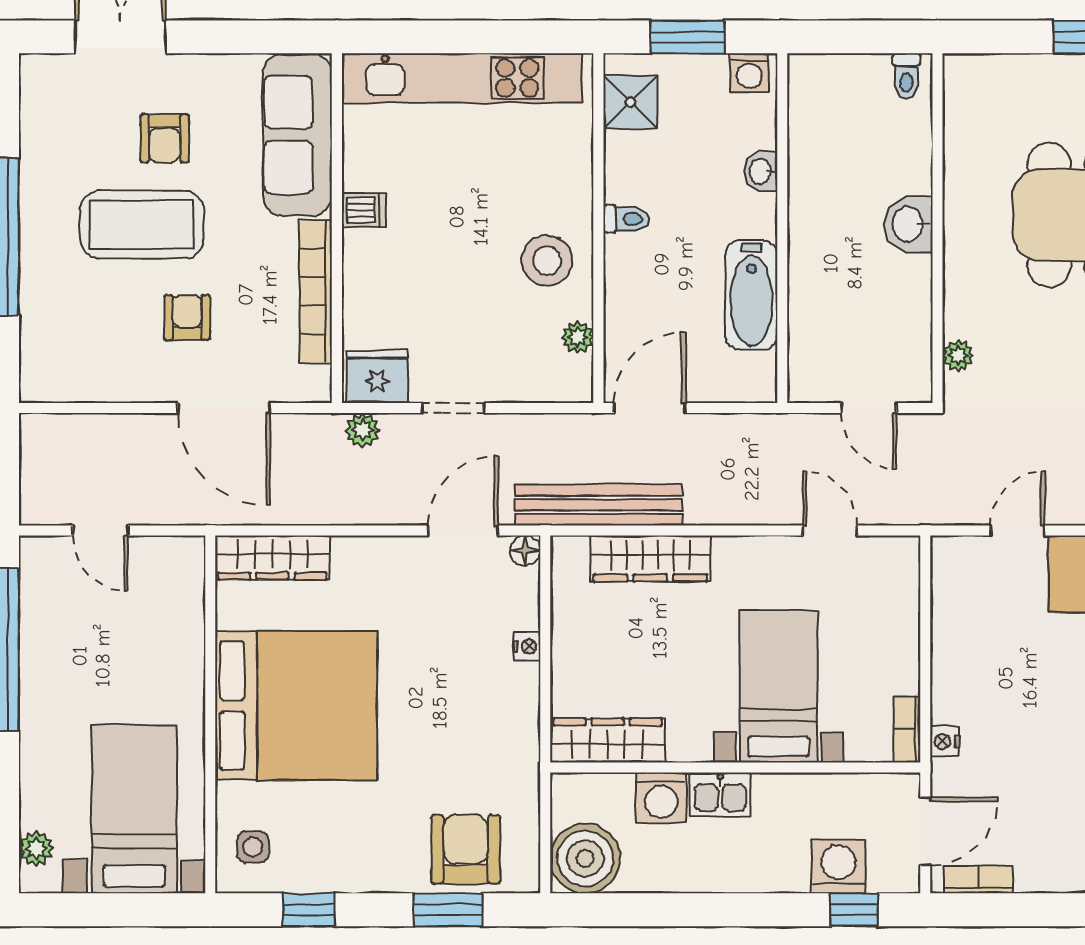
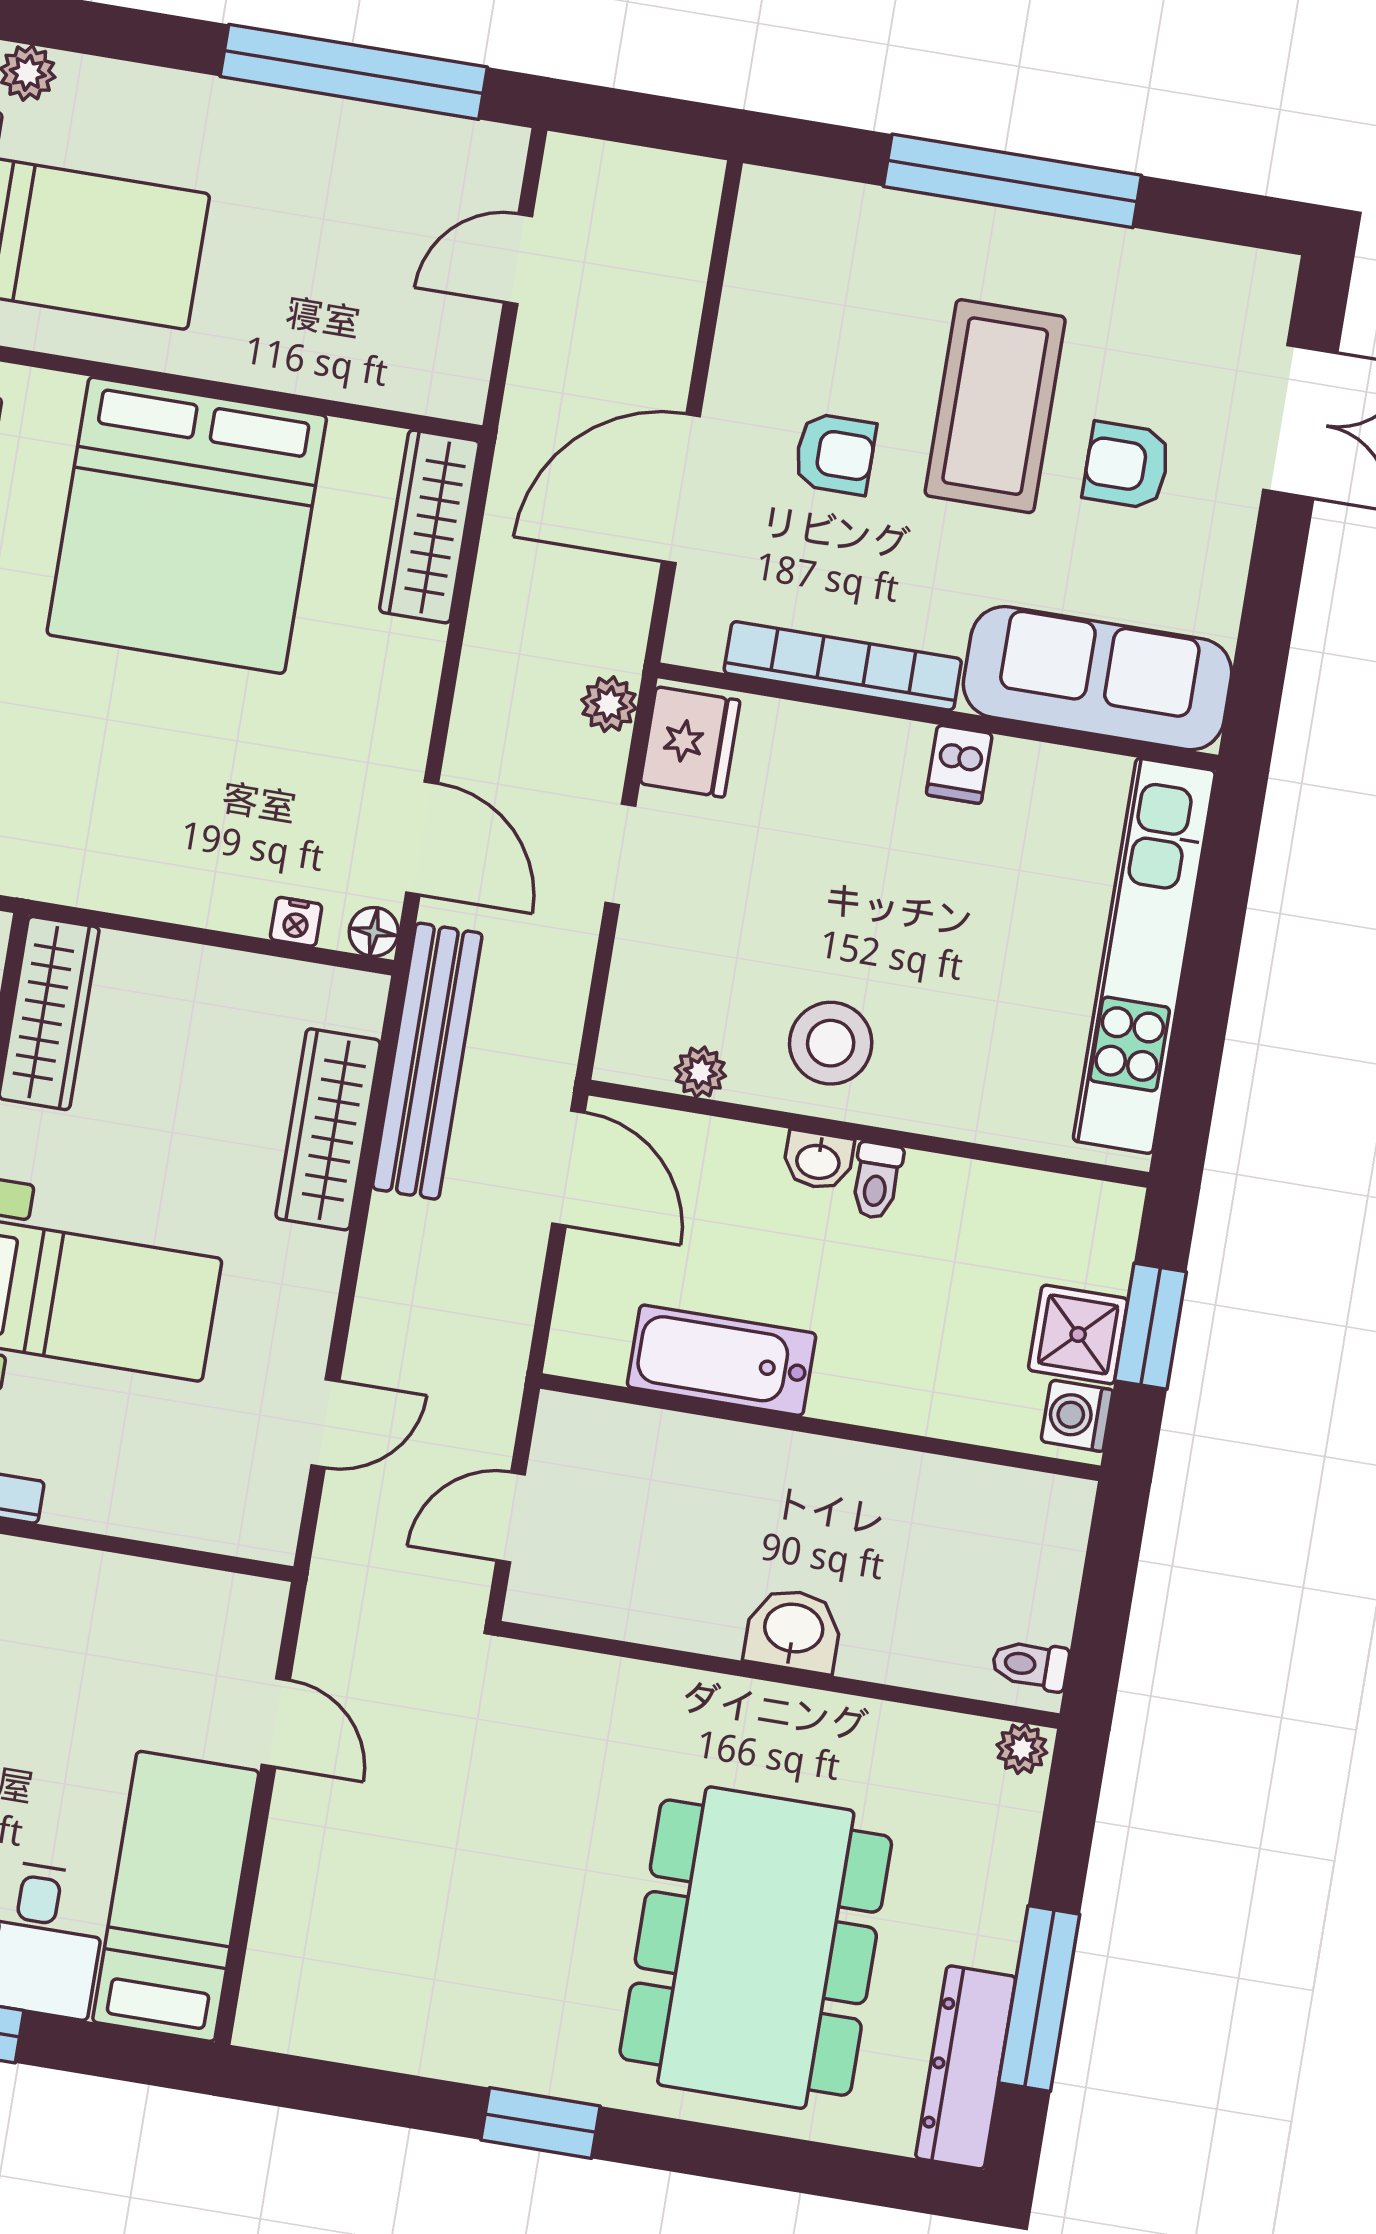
shower: (630, 102) -> (1078, 1334), moved
washbasin: (761, 171) -> (818, 1160), moved, turned 180
plant: (958, 355) -> (1022, 1749), moved
nightstand: (527, 646) -> (296, 922), moved

